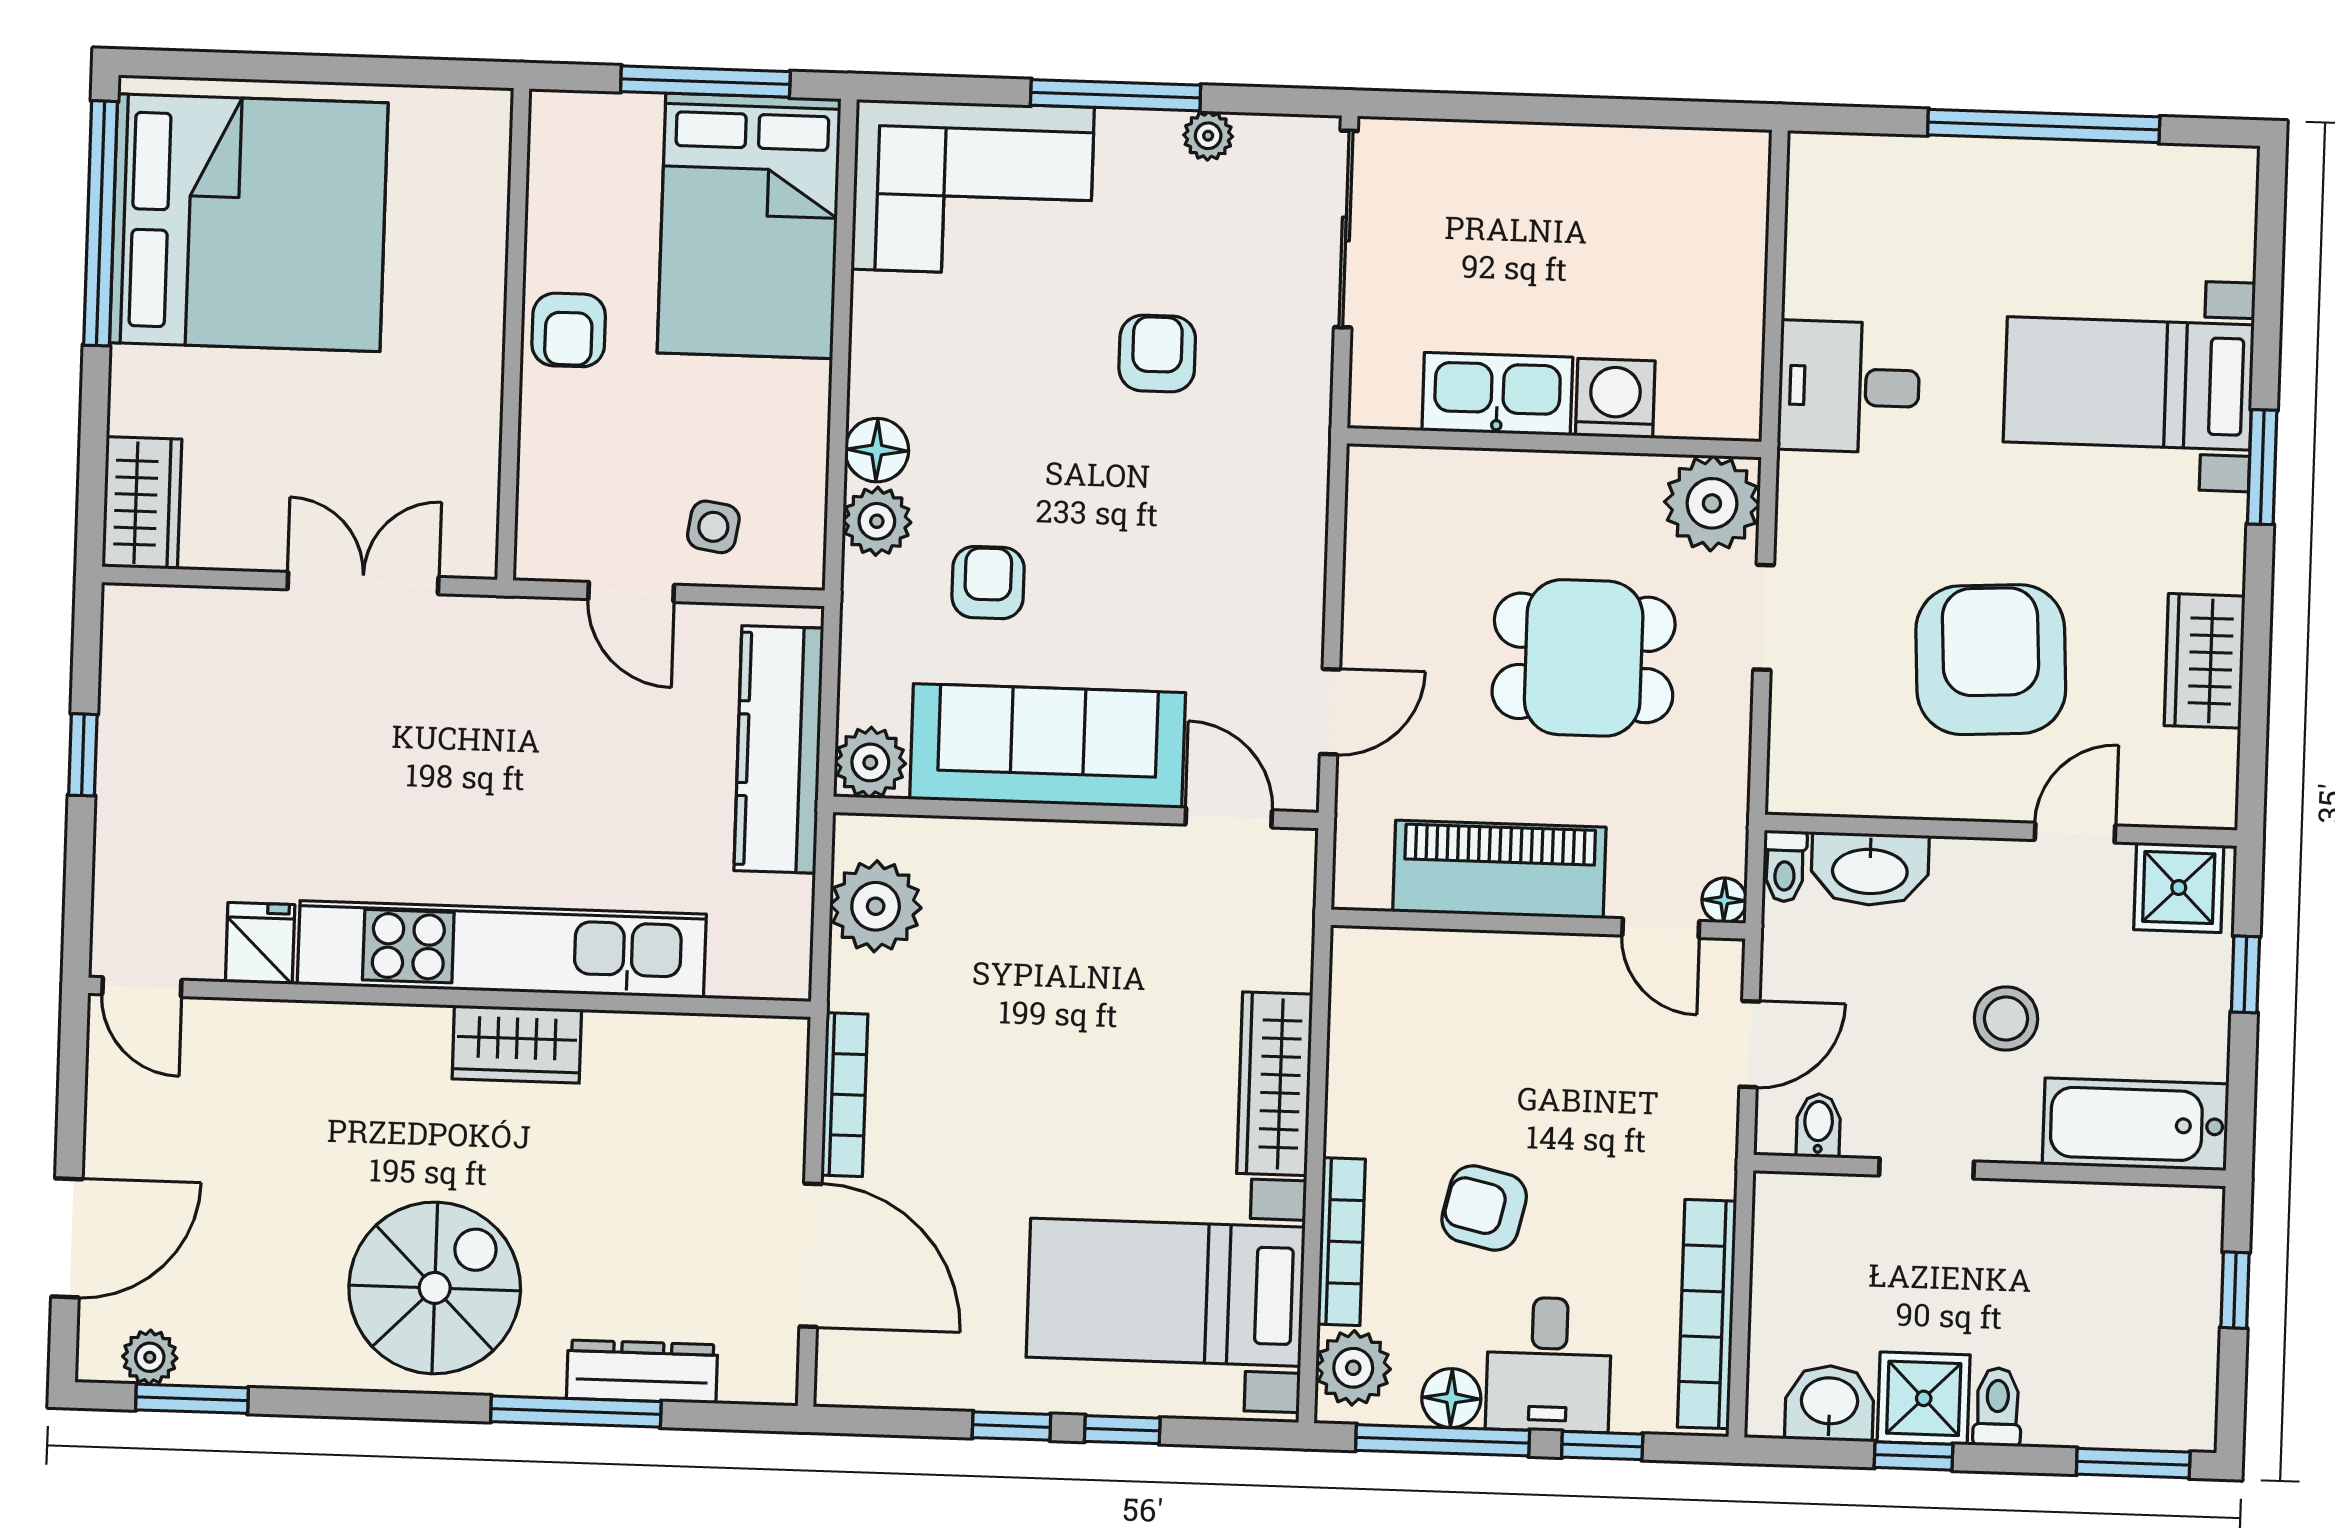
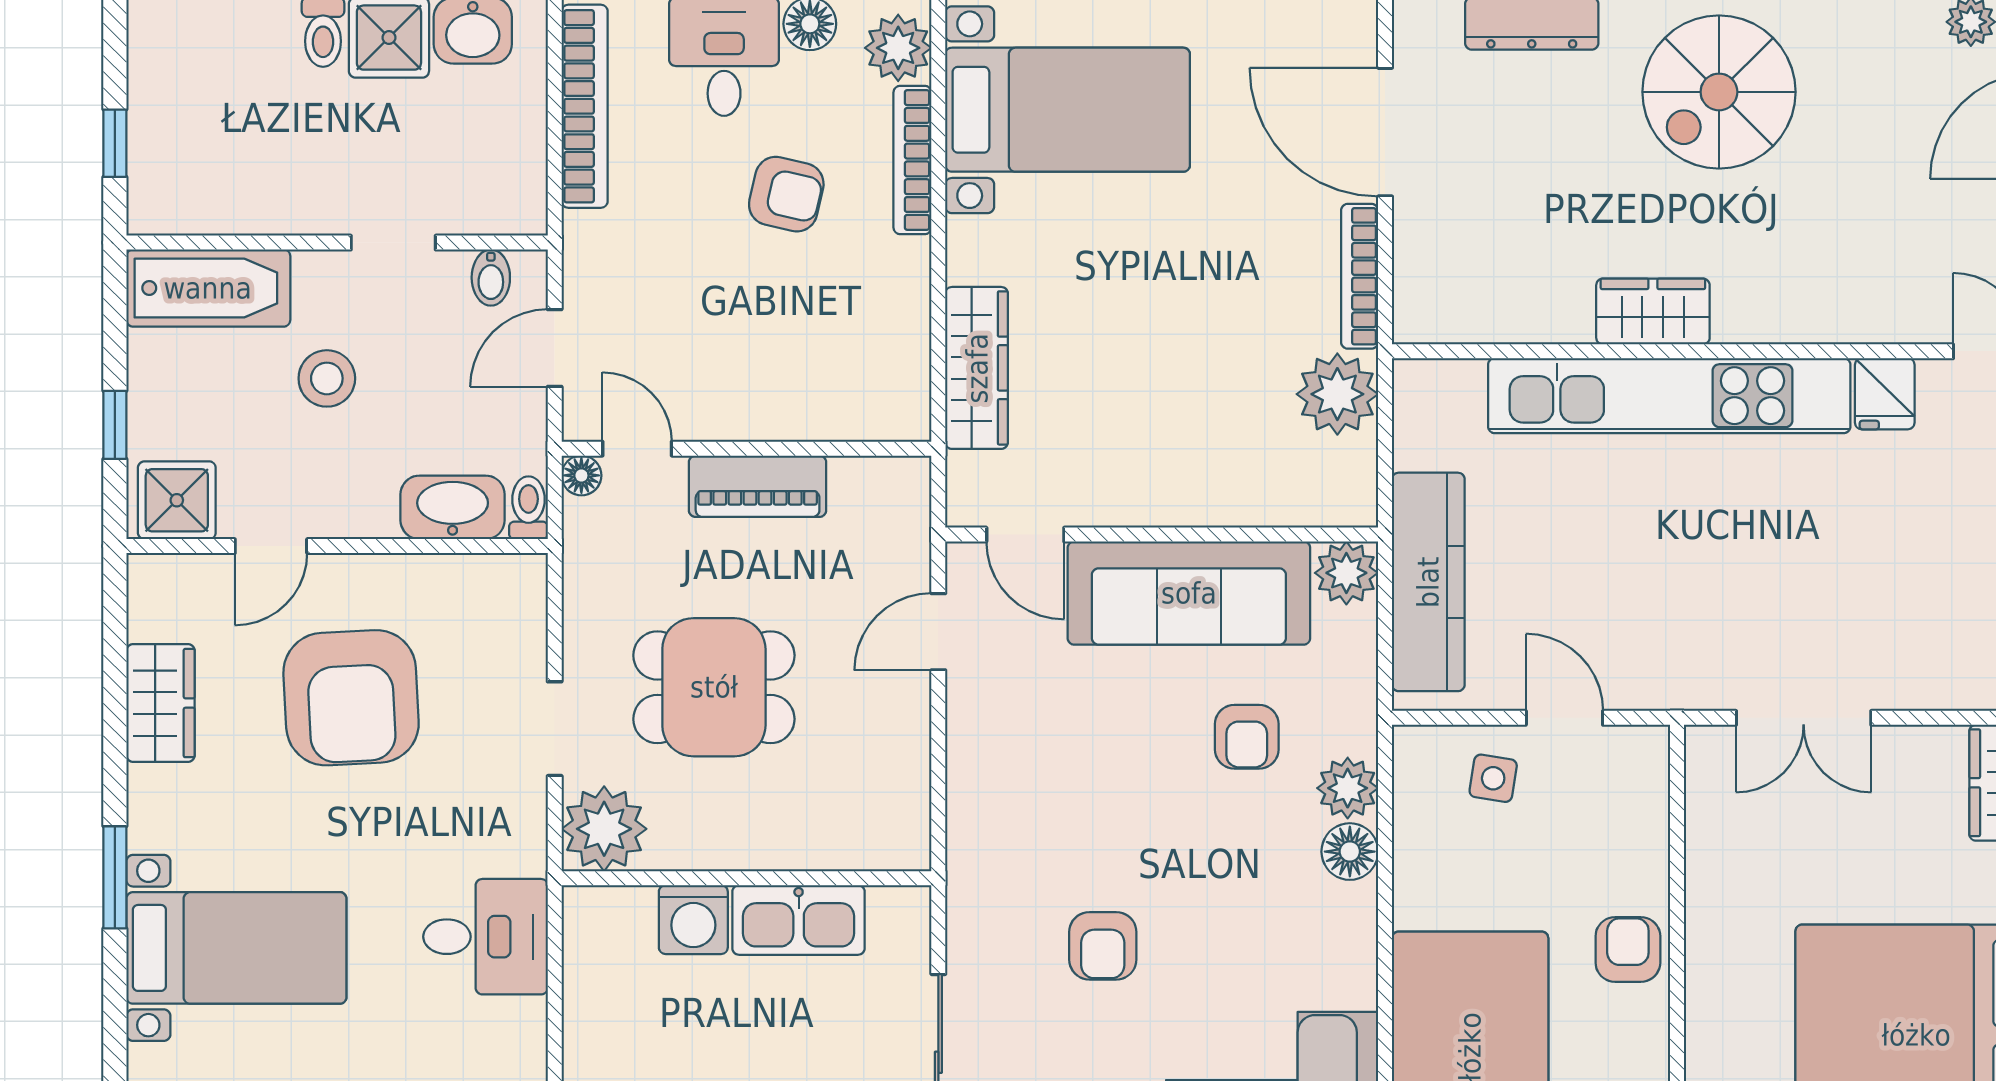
piano: (1499, 869) -> (758, 486), width x0.73, depth x0.75
plant: (876, 906) -> (1337, 394), moved
wardrobe: (1275, 1084) -> (977, 368), moved

